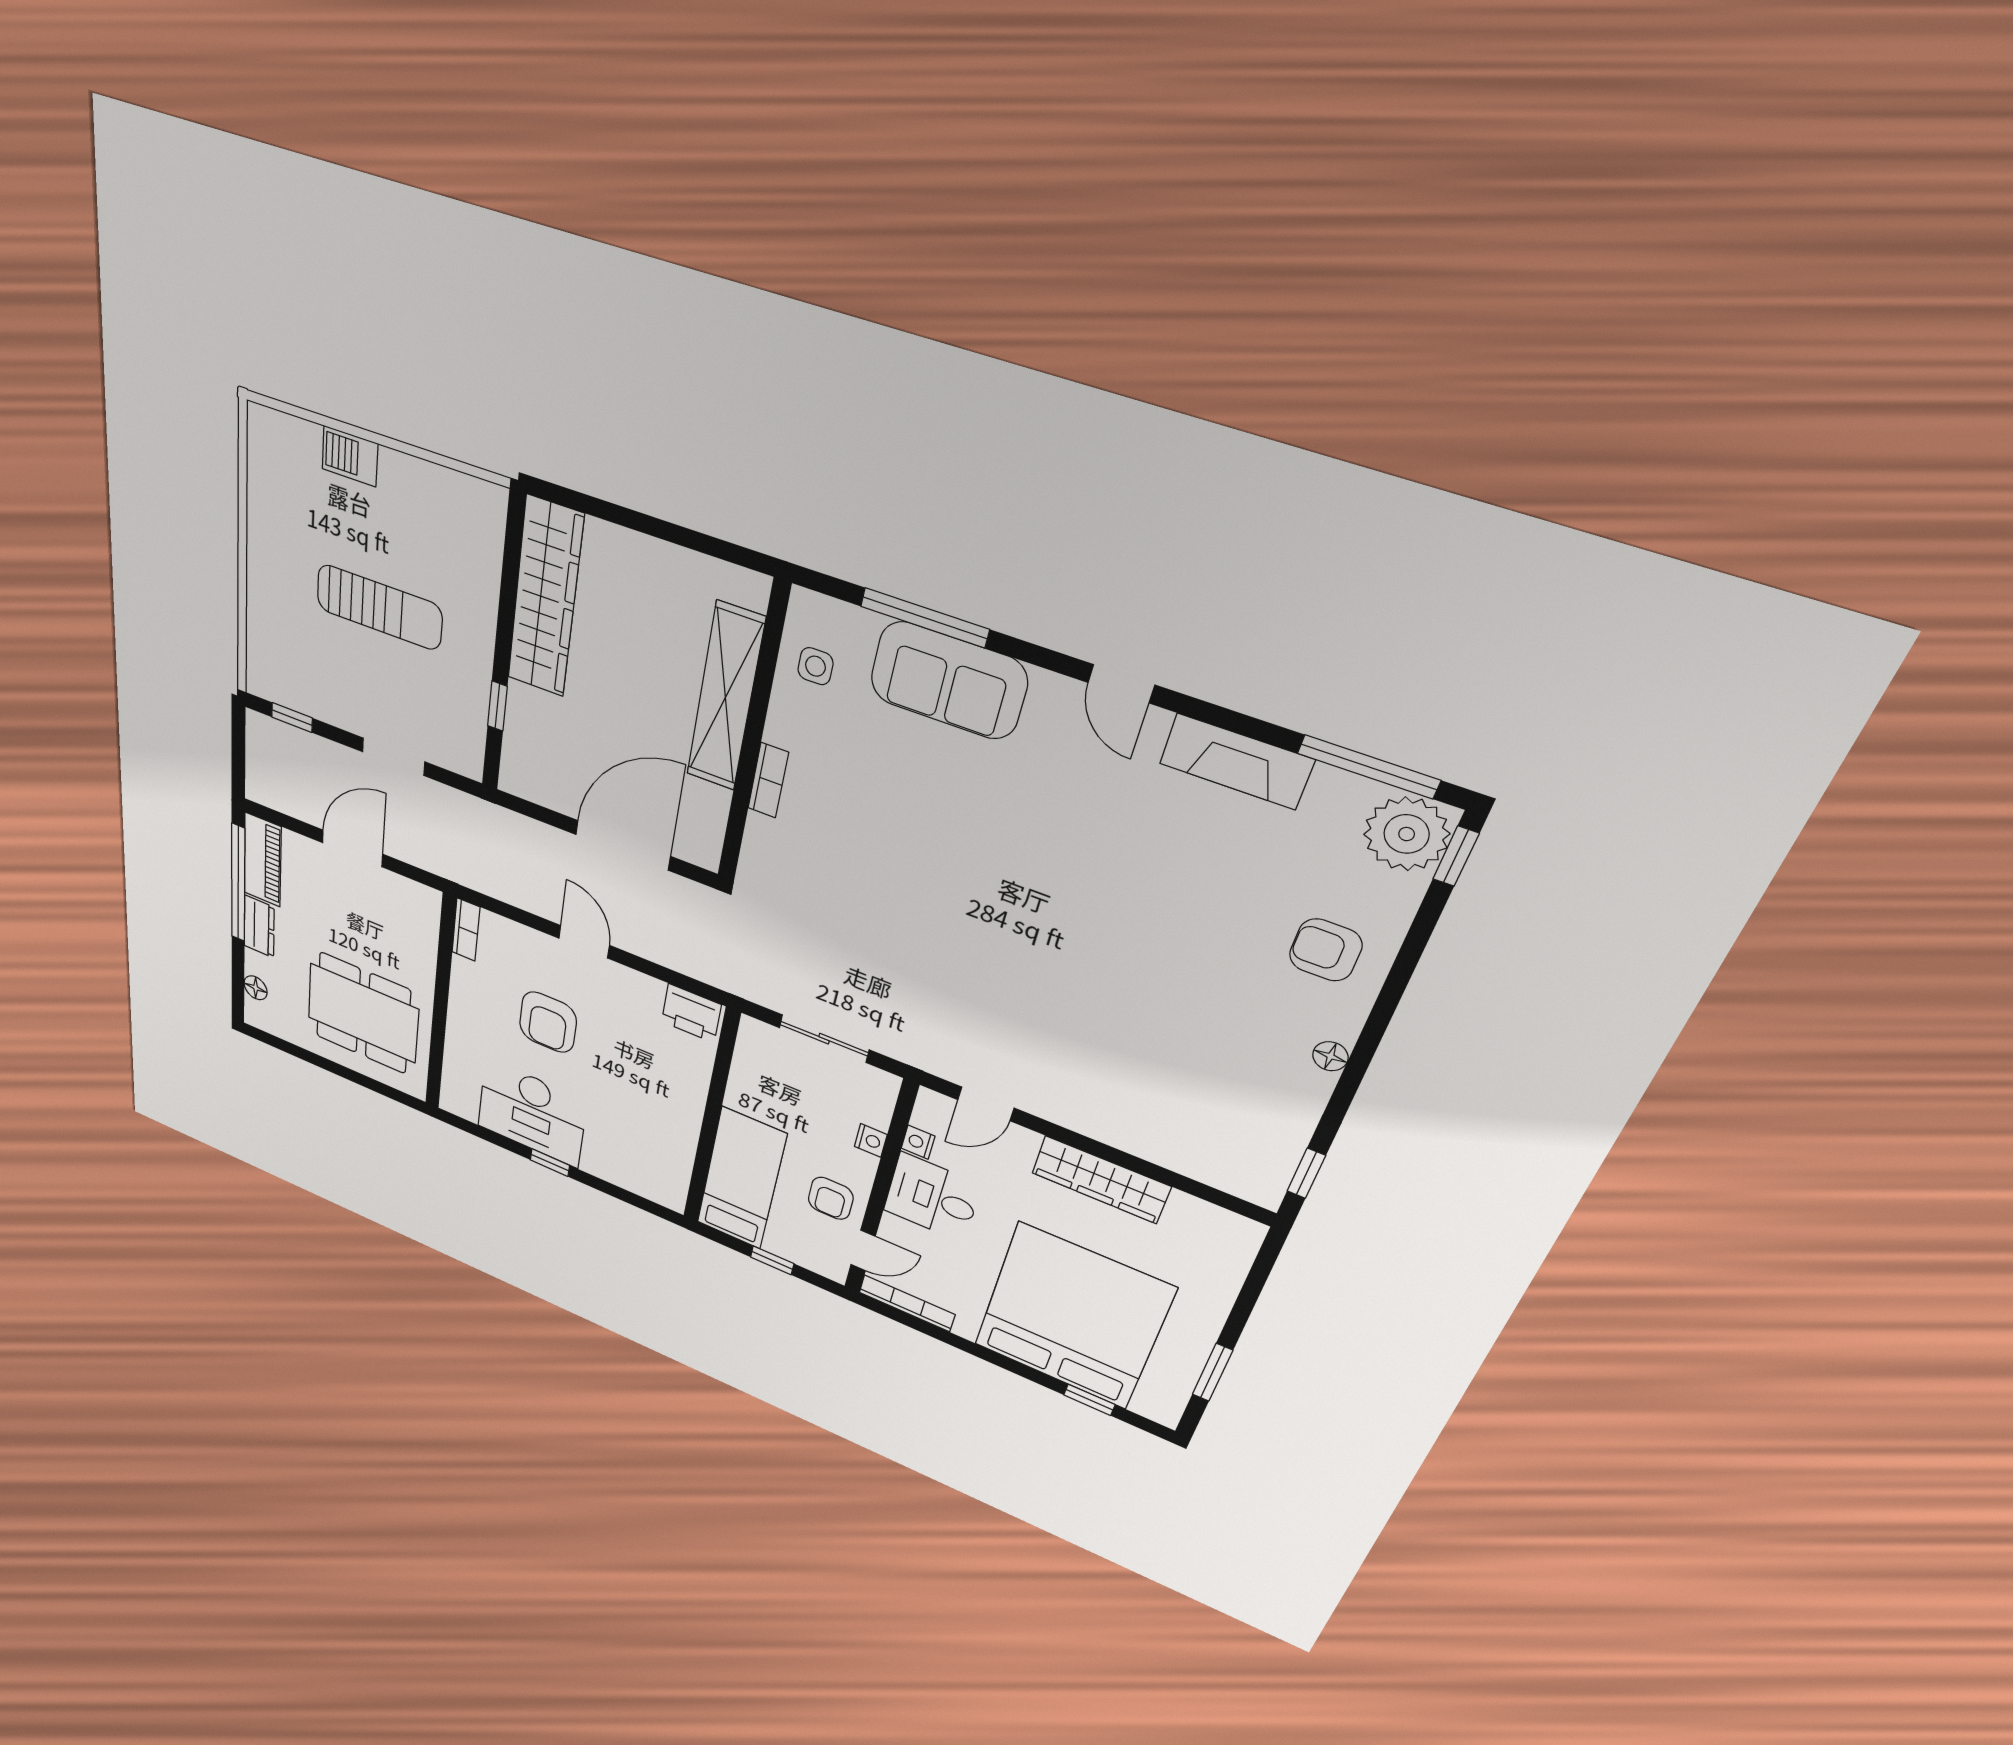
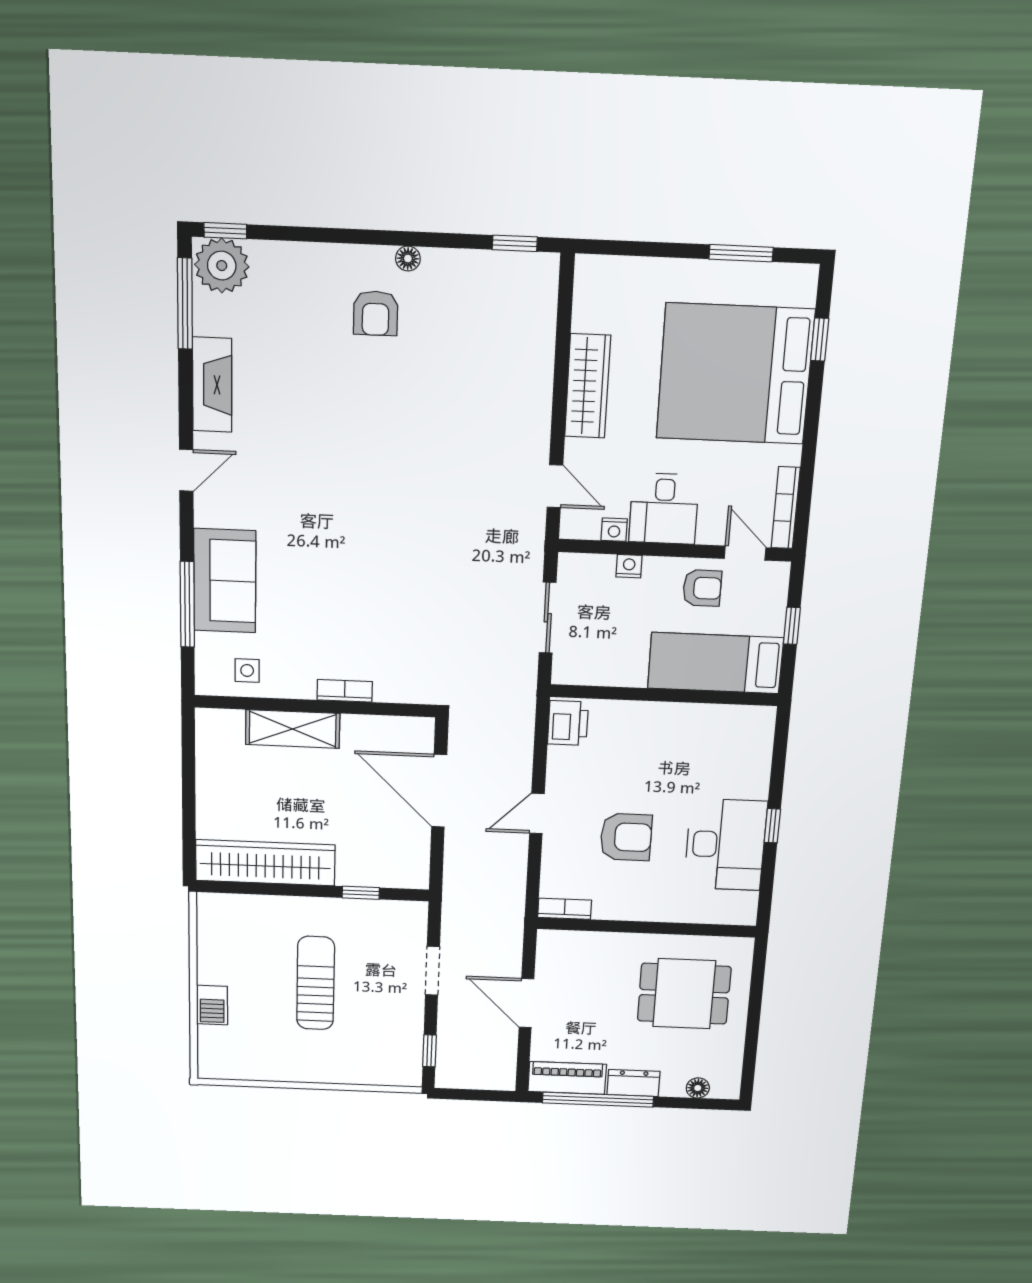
shelving: (725, 697) -> (293, 729), width x0.68
armchair: (1326, 950) -> (376, 313), moved
dining table: (363, 1013) -> (684, 994), width x0.73

